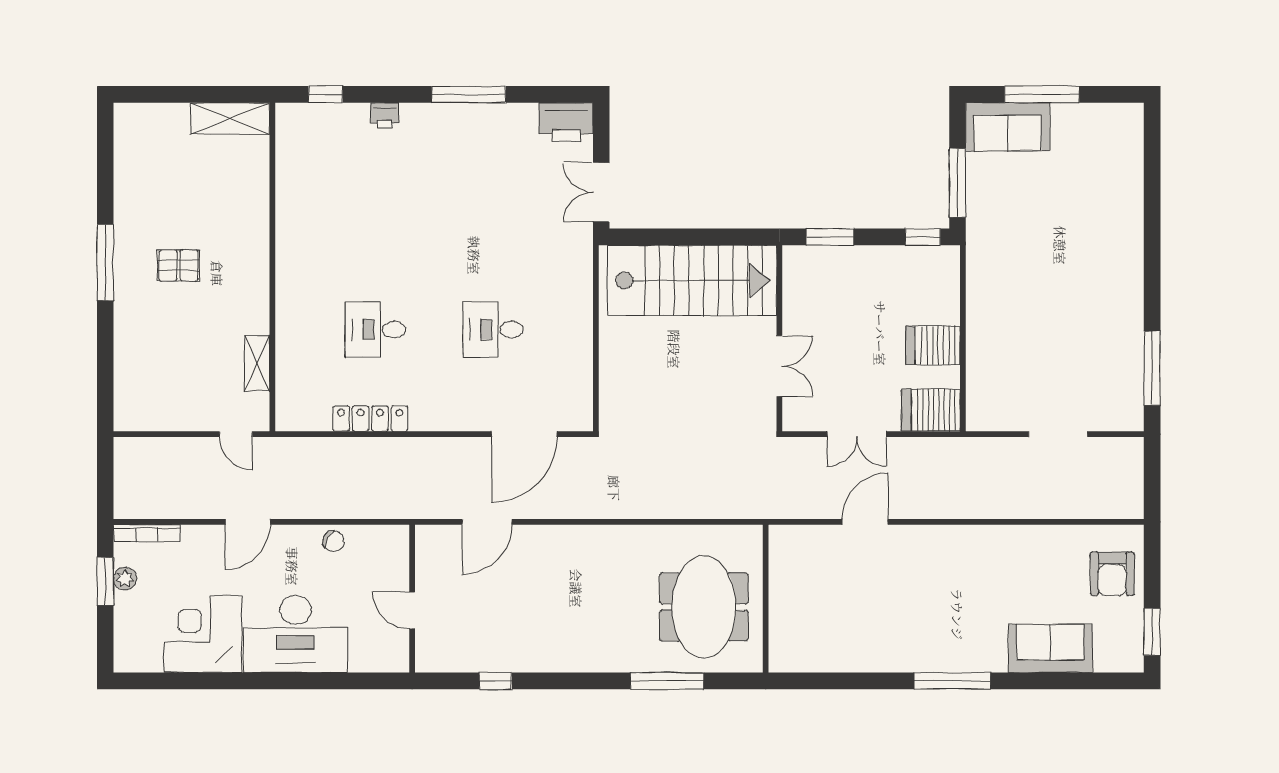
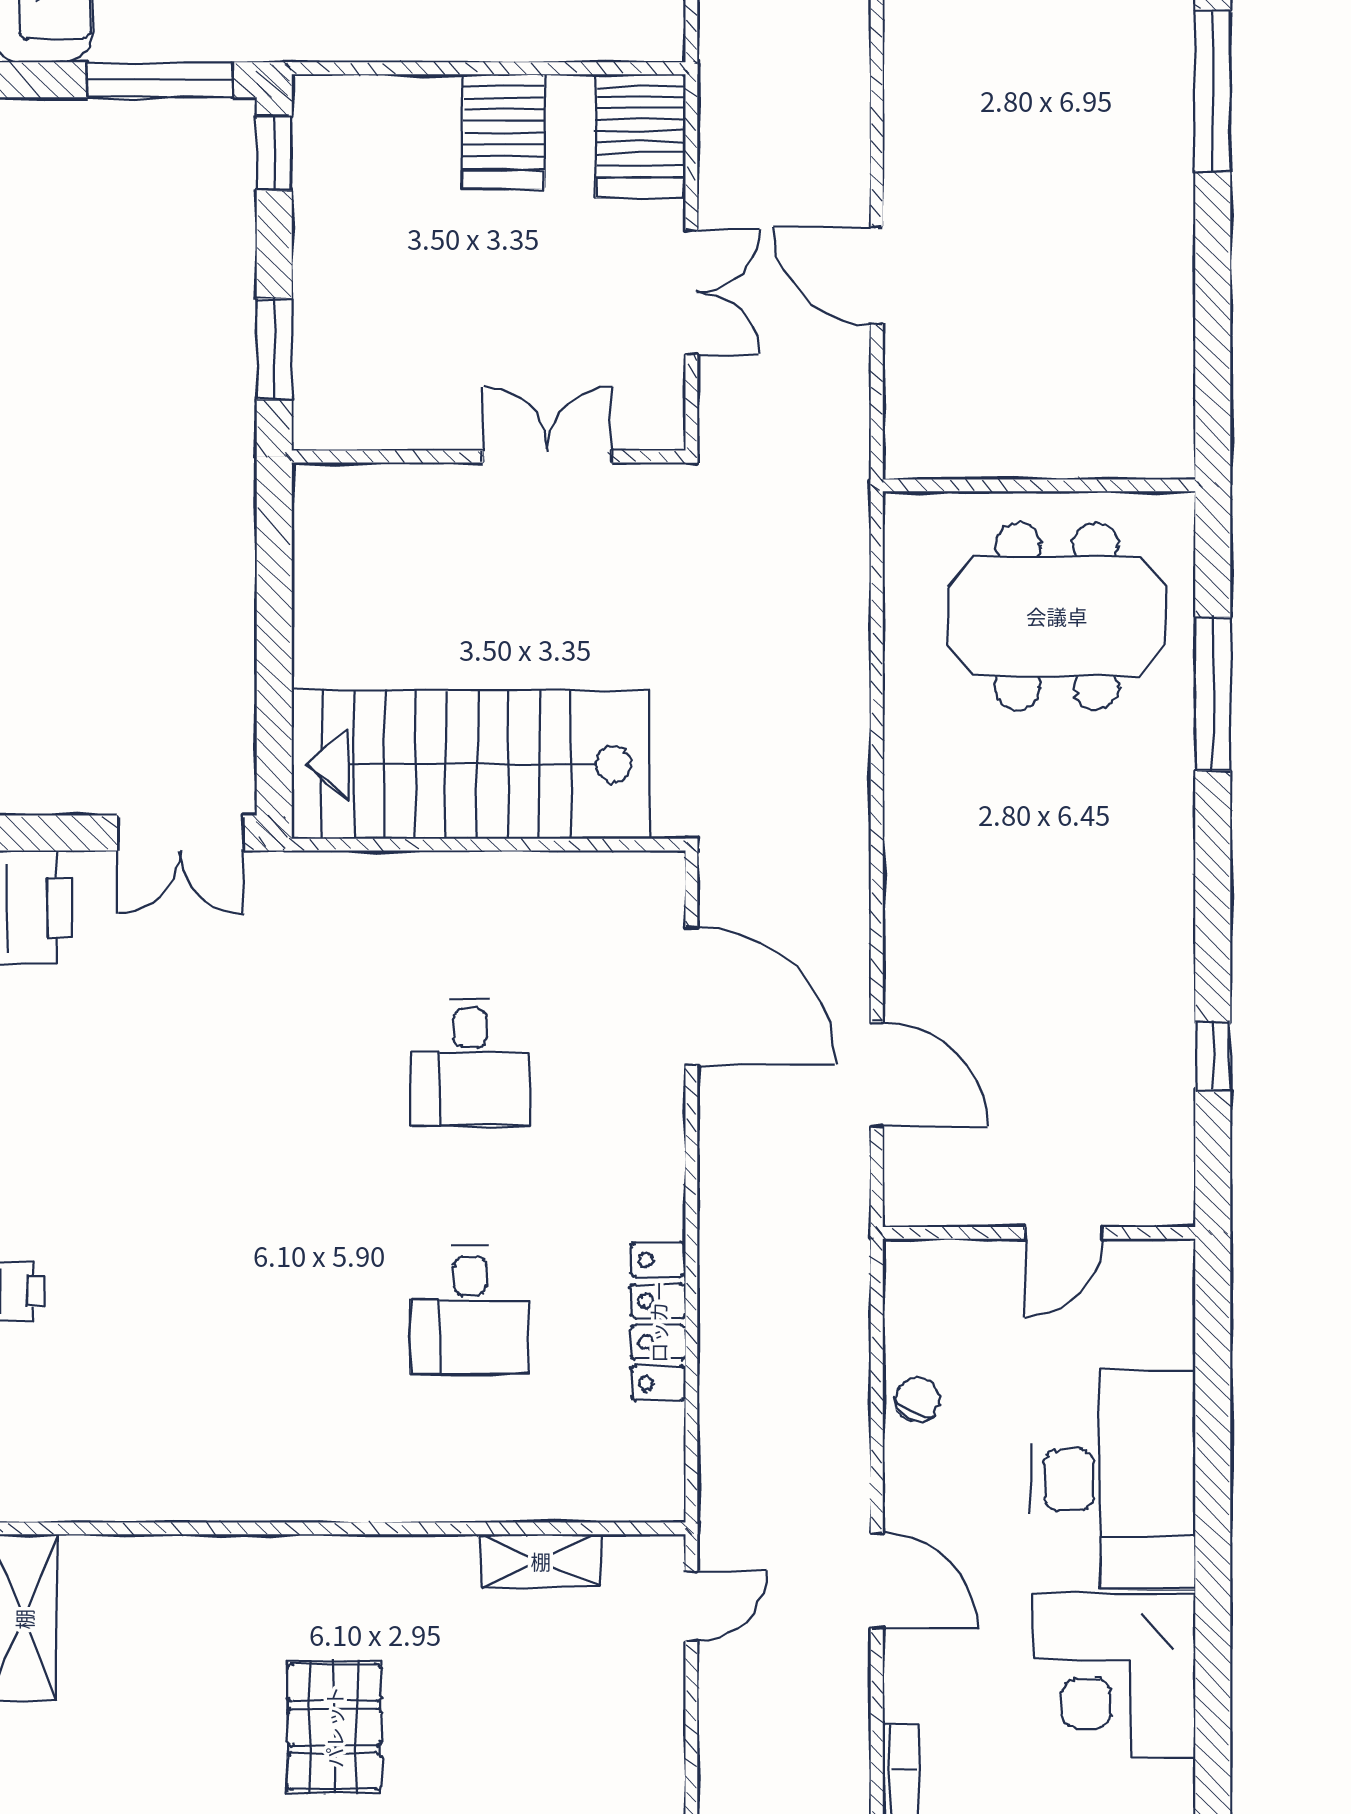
pallet: (178, 265) -> (334, 1727), width x1.50, depth x1.42
stairs: (692, 280) -> (470, 764), moved, turned -90

